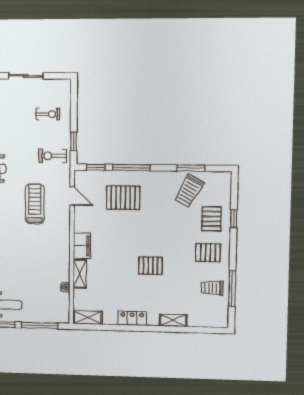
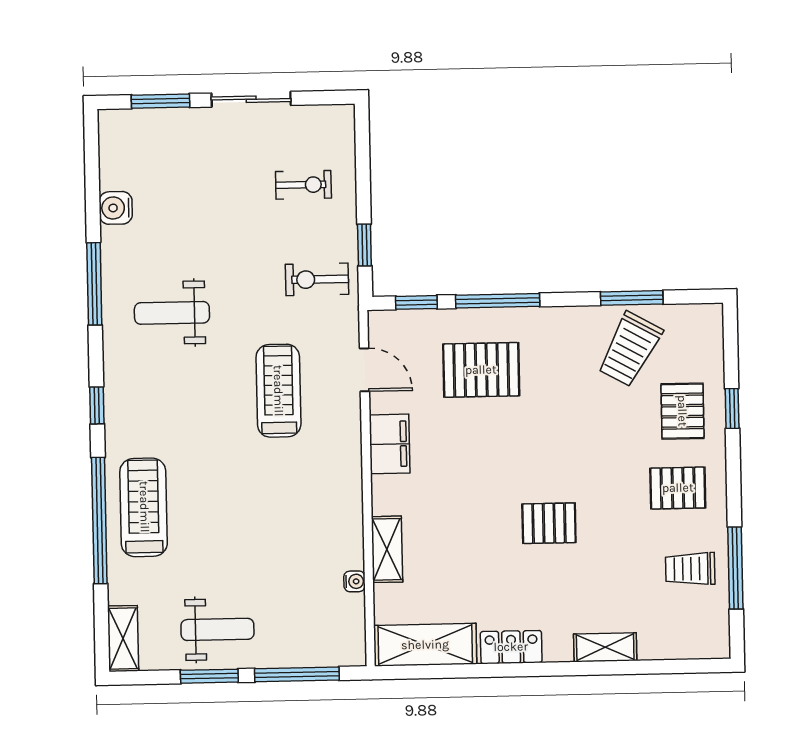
filing cabinet: (82, 246) -> (390, 444), moved
shelving: (88, 317) -> (425, 645), width x1.50, depth x1.33

